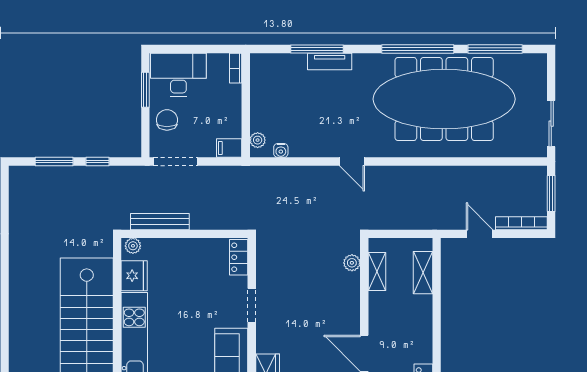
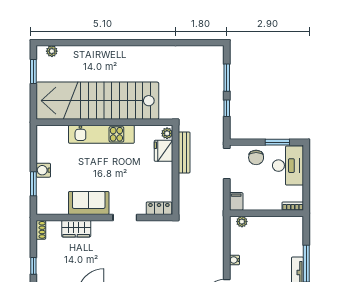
chair: (167, 120) -> (256, 157), turned 90
water cooler: (281, 150) -> (234, 260), moved
fridge: (134, 276) -> (163, 151), moved, turned 90

